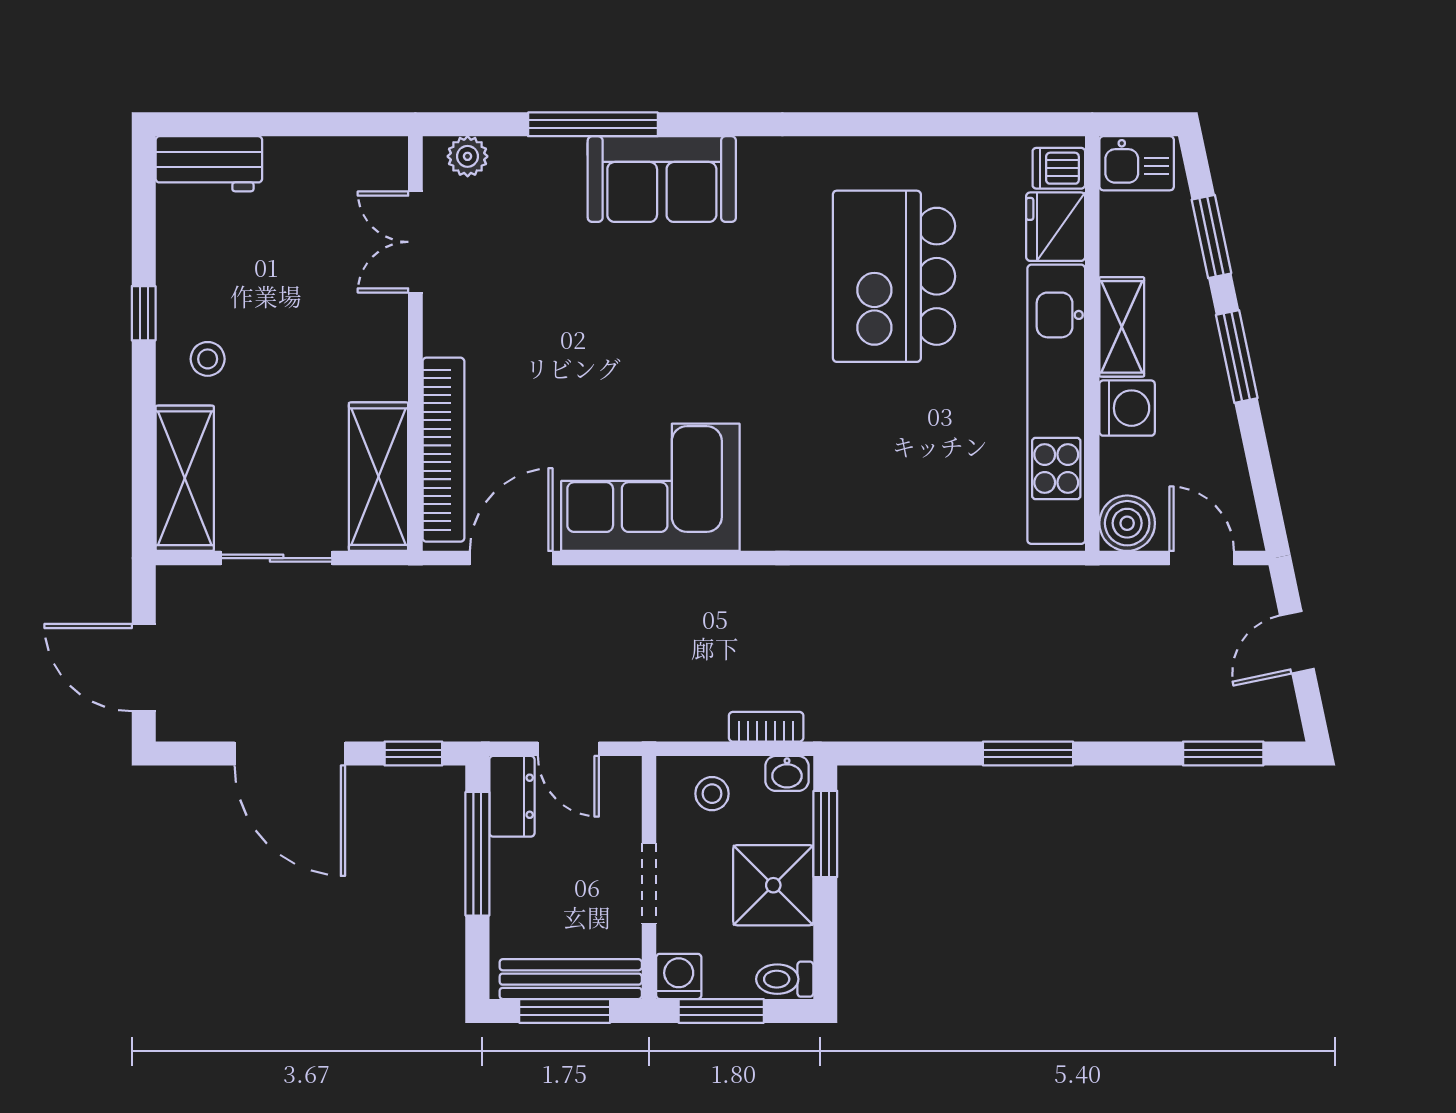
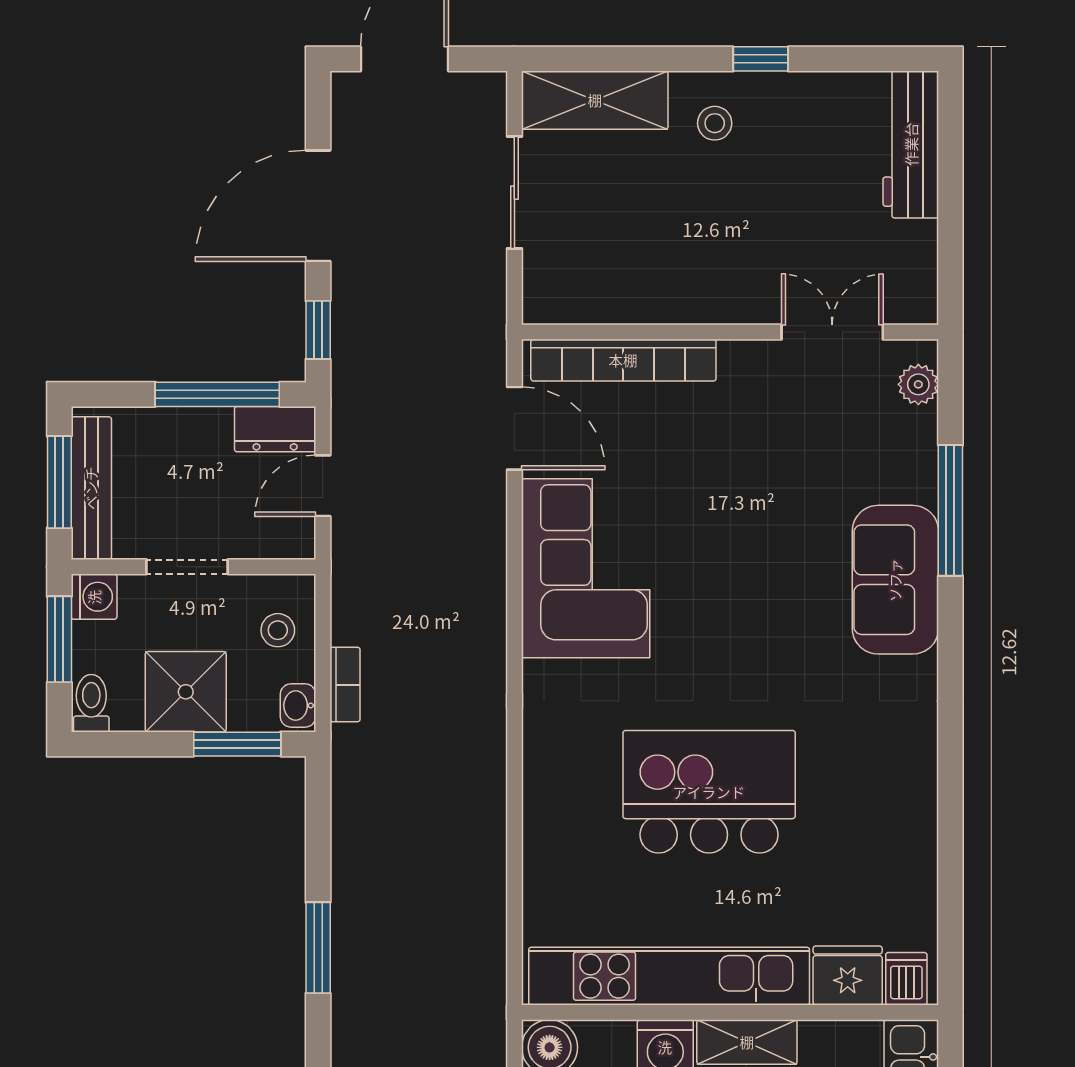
workbench: (209, 164) -> (911, 144), width x1.38
kitchen island: (894, 276) -> (709, 792), moved
shelving: (379, 477) -> (596, 295), removed

